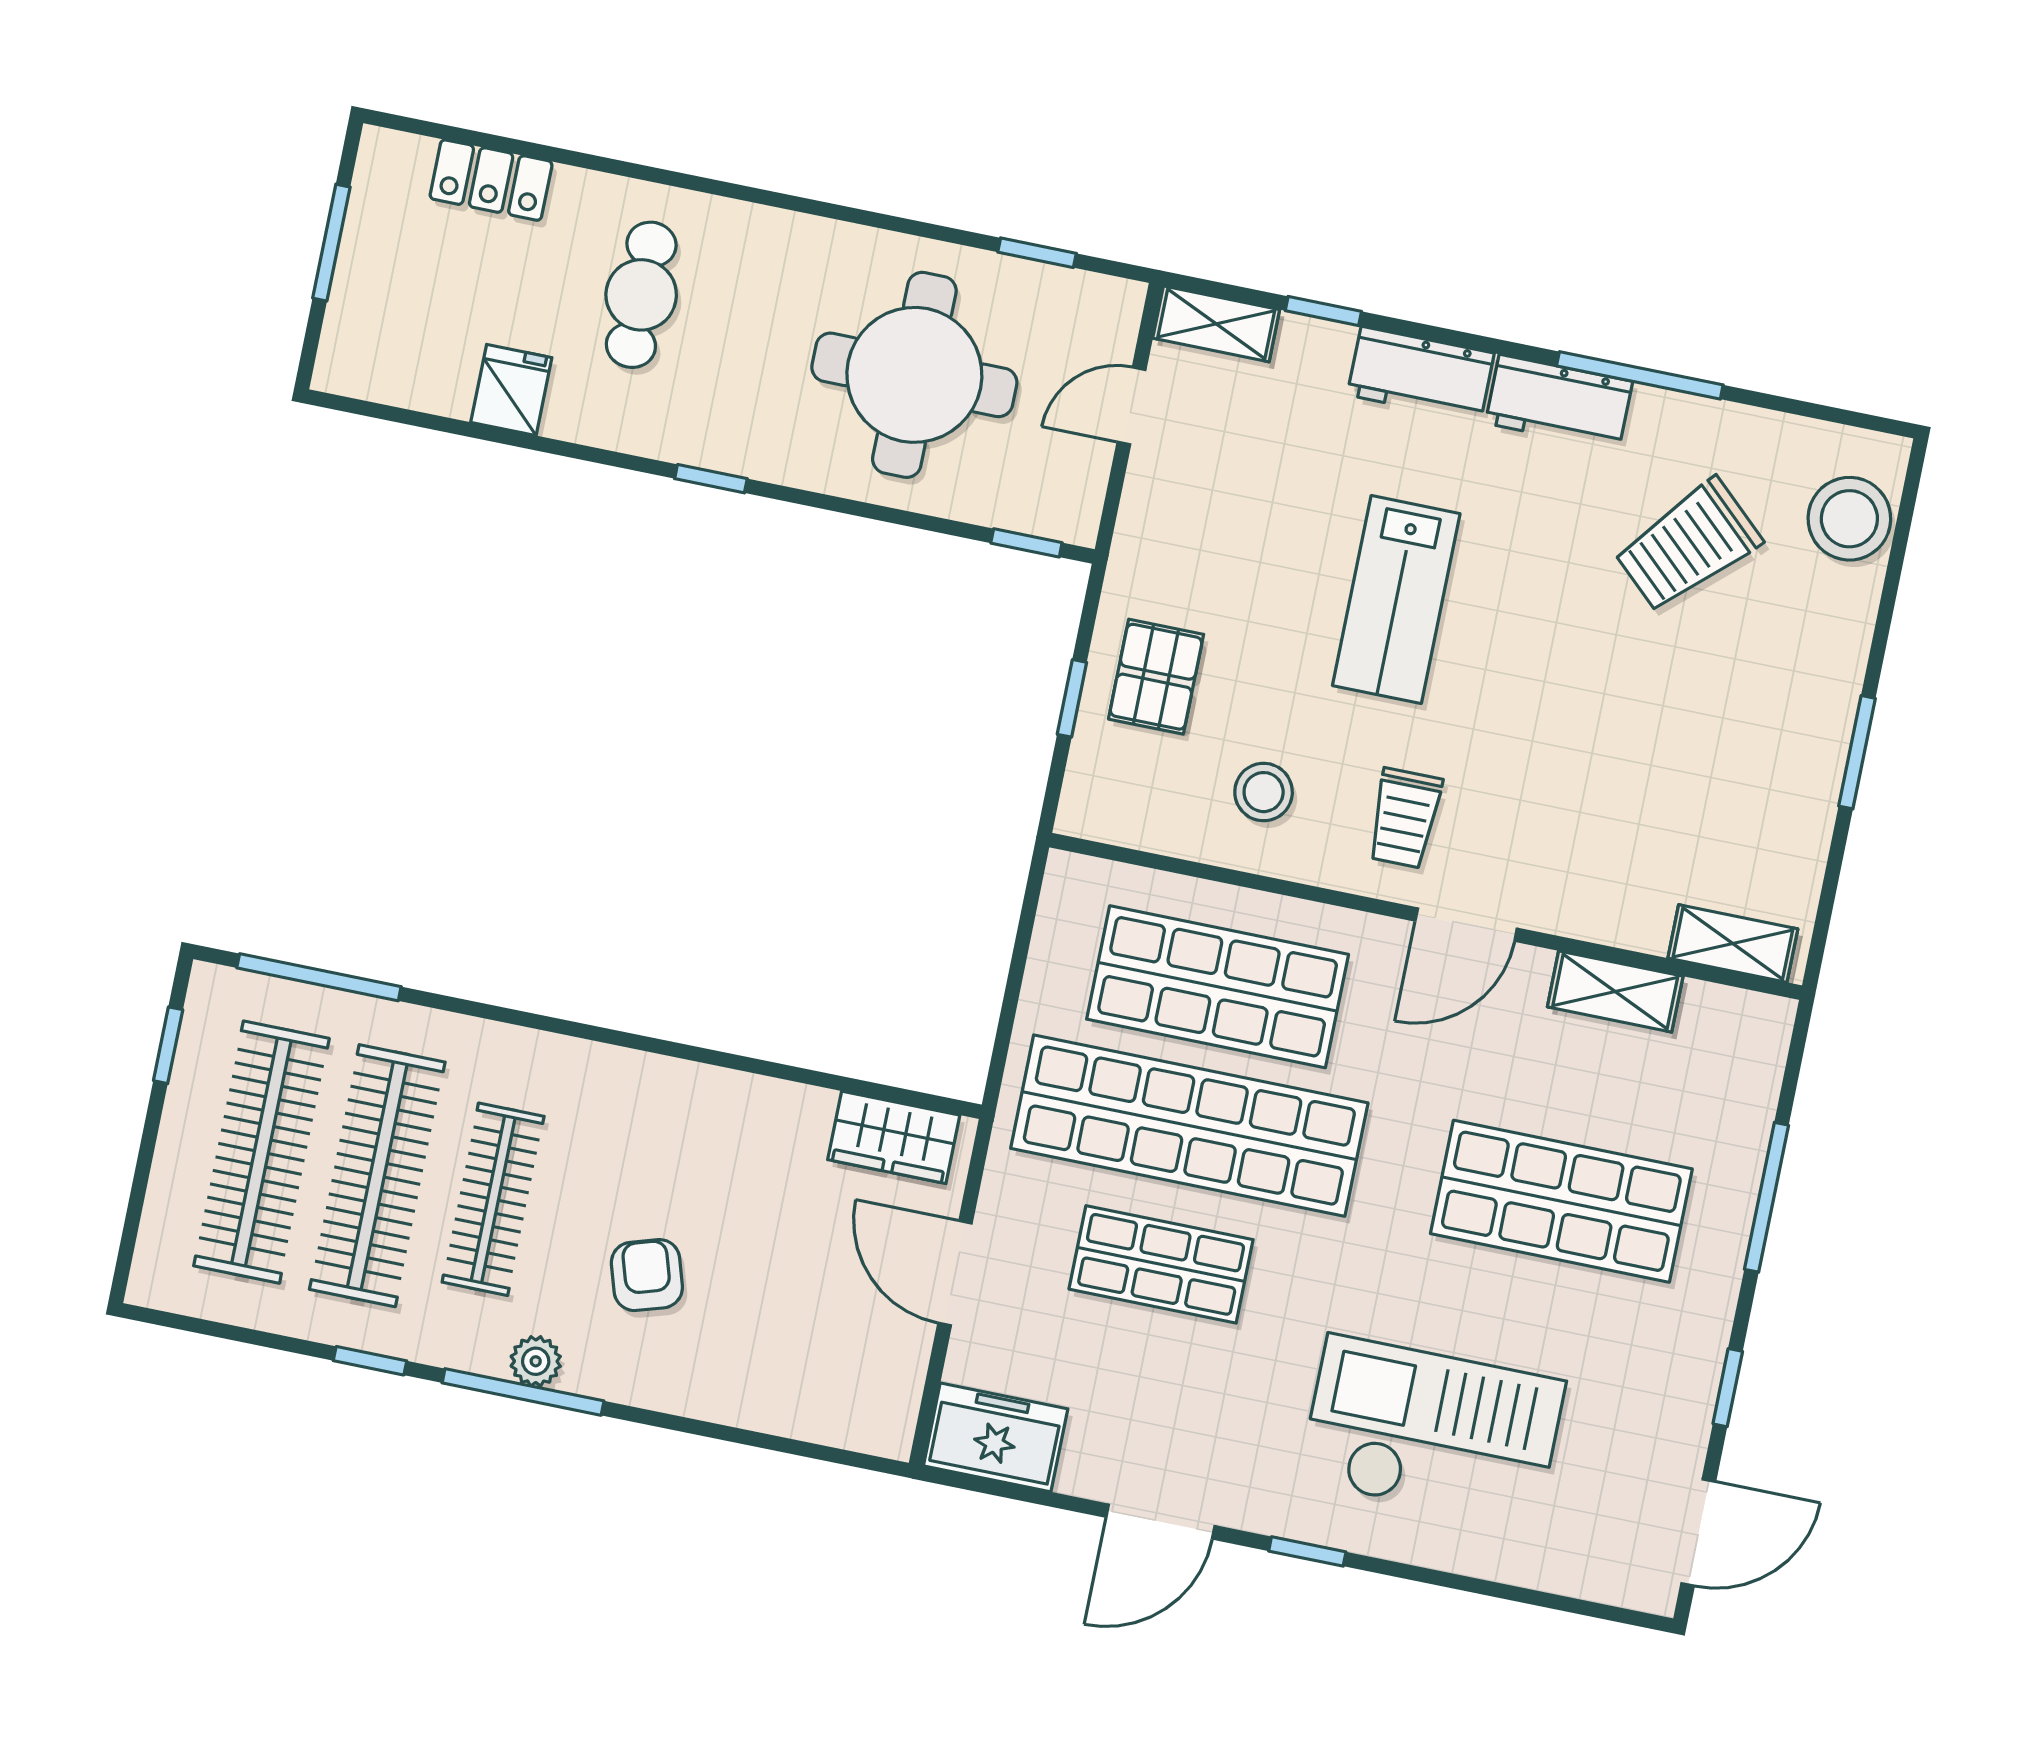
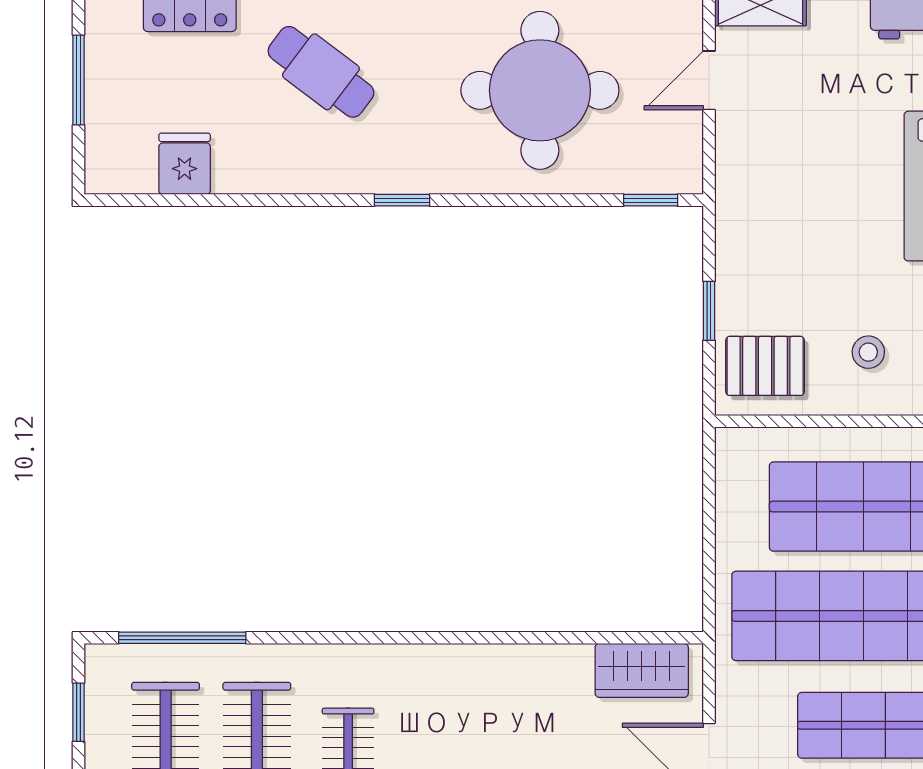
cafe table: (641, 295) -> (321, 72), turned -53
fridge: (511, 390) -> (185, 164), moved
pallet: (1156, 677) -> (765, 366), moved, turned 90
stool: (1264, 792) -> (868, 352), width x0.73, depth x0.73

